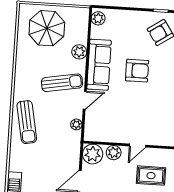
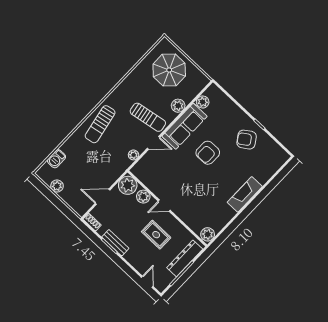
plant: (98, 18) -> (203, 102), moved
armchair: (137, 71) -> (208, 153), turned 90

